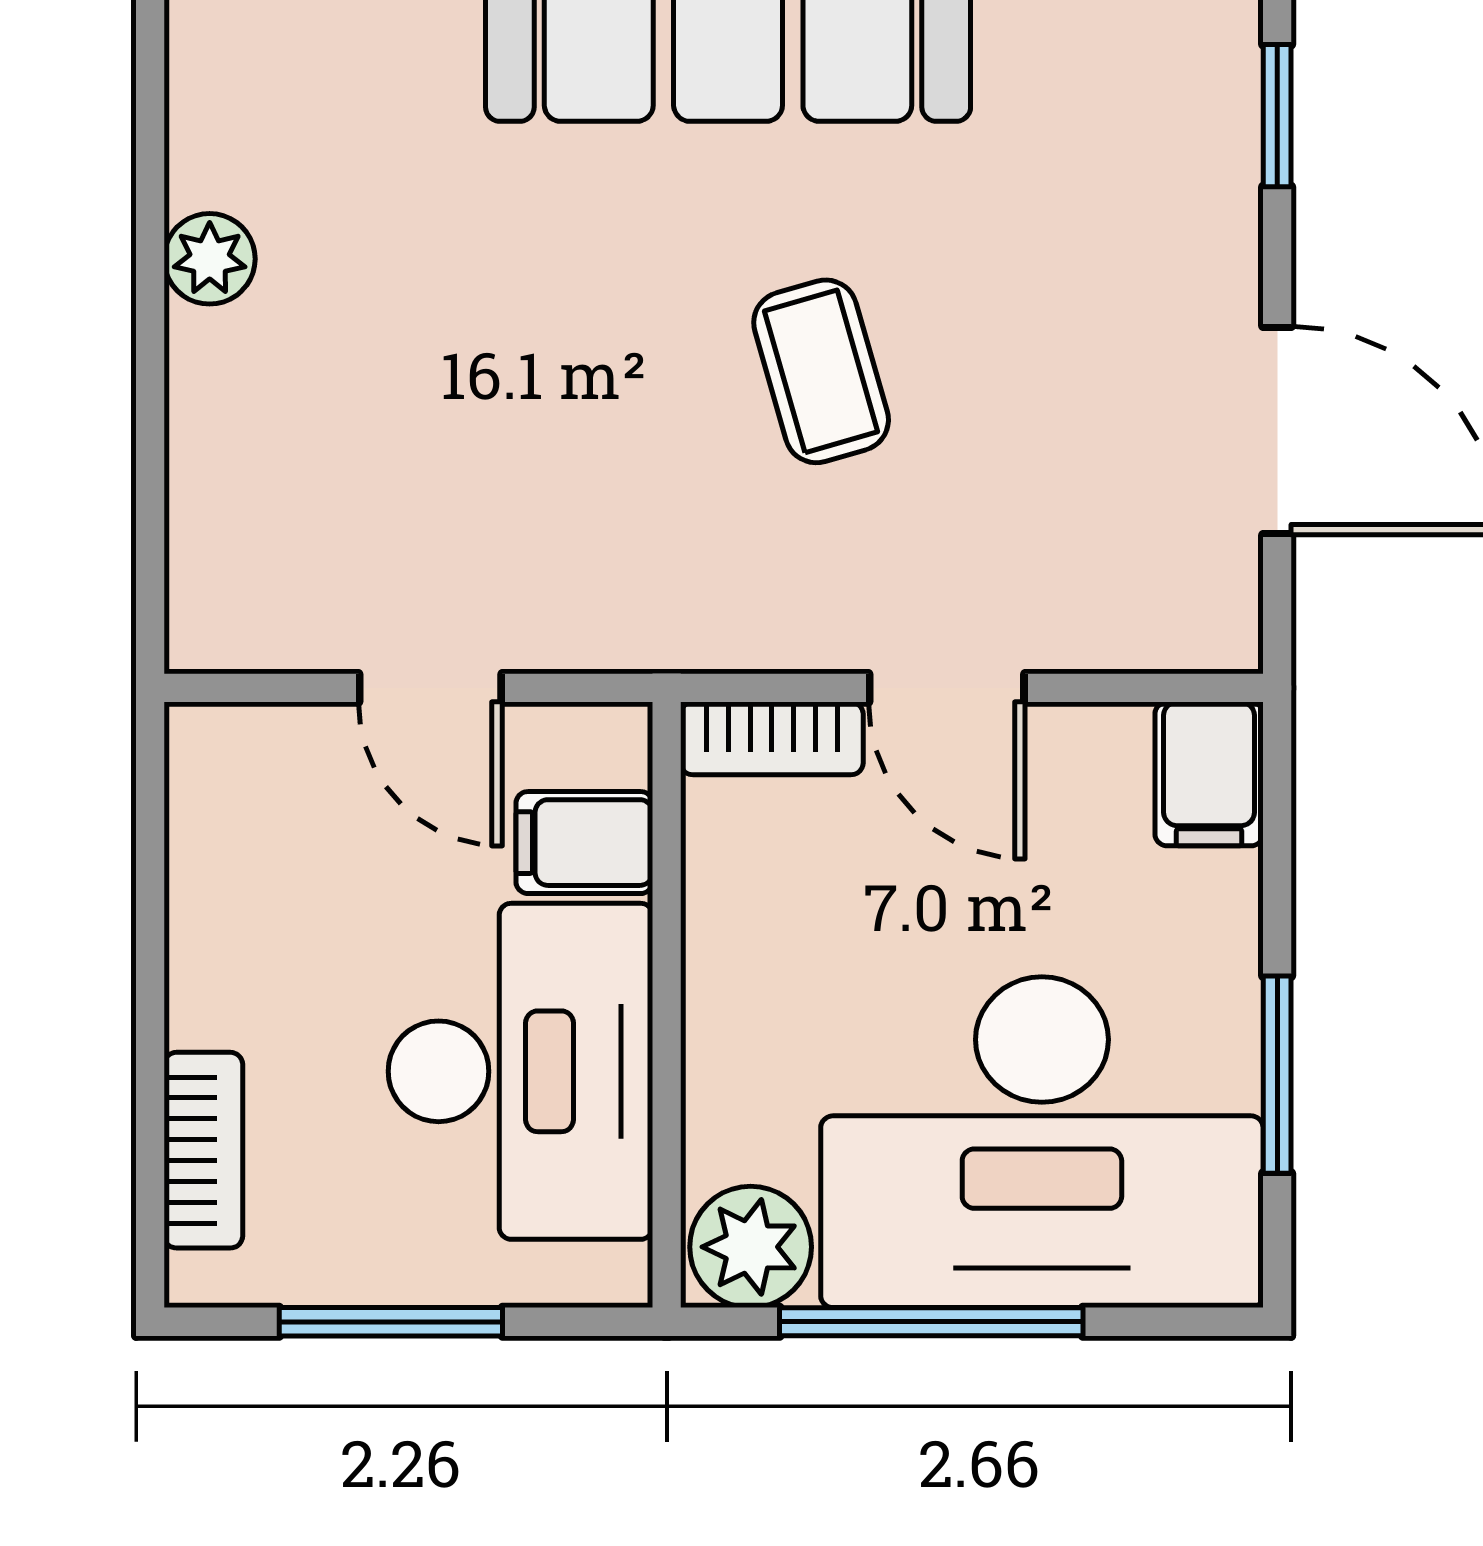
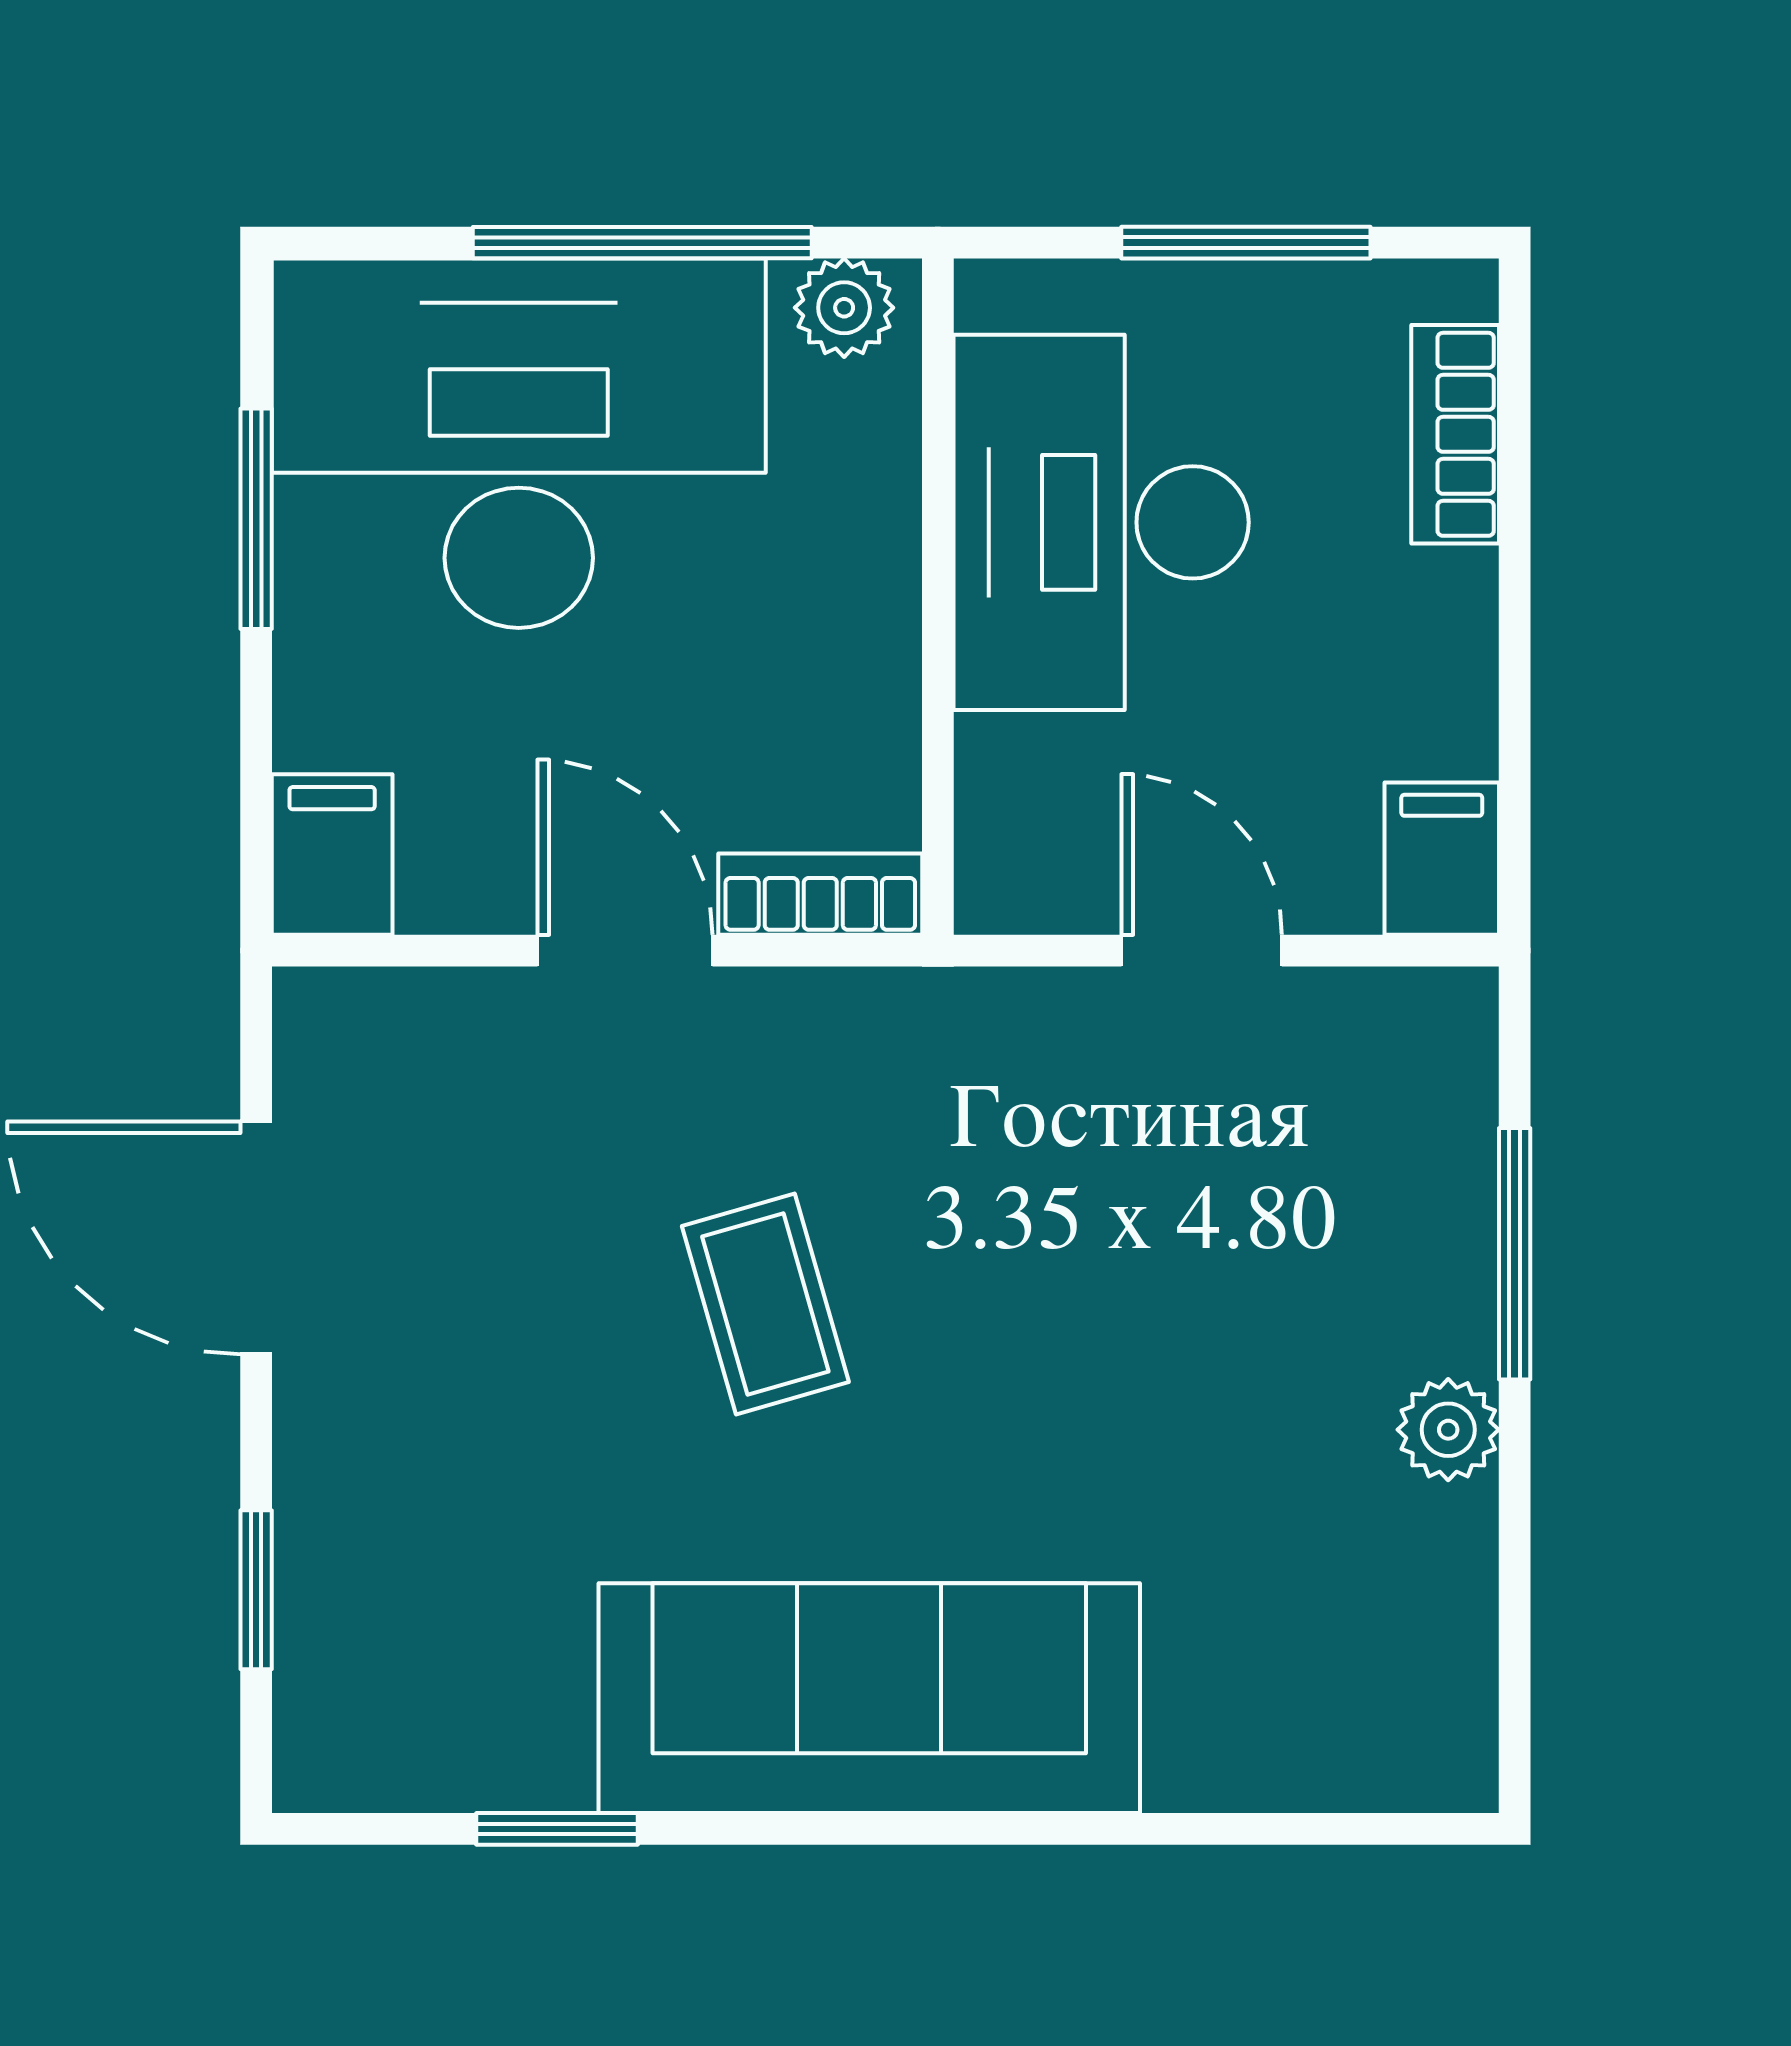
window: (150, 416) -> (1515, 1254), added
filing cabinet: (584, 843) -> (1442, 859), moved, turned -90
plant: (751, 1247) -> (844, 308), width x0.73, depth x0.73

